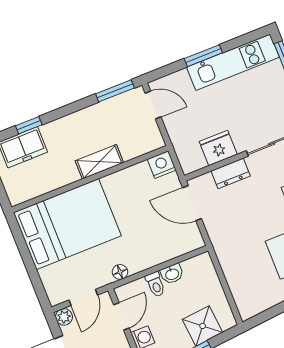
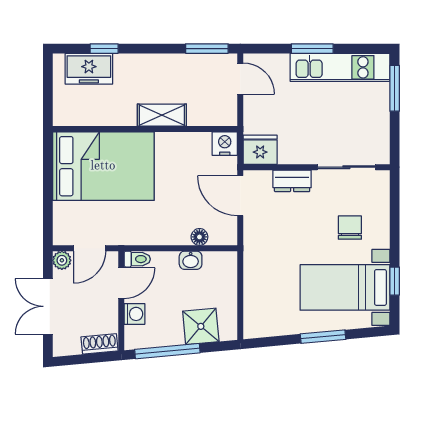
fridge: (218, 148) -> (260, 150), moved
floor lamp: (120, 272) -> (199, 237), moved
toilet: (155, 284) -> (137, 259), moved, turned -90

